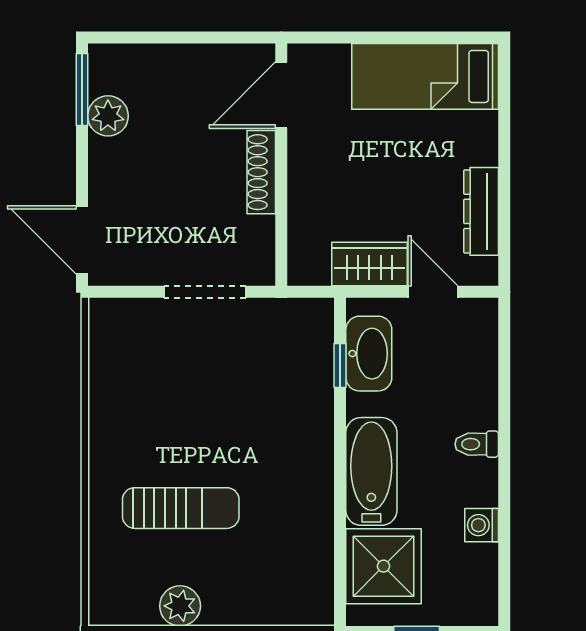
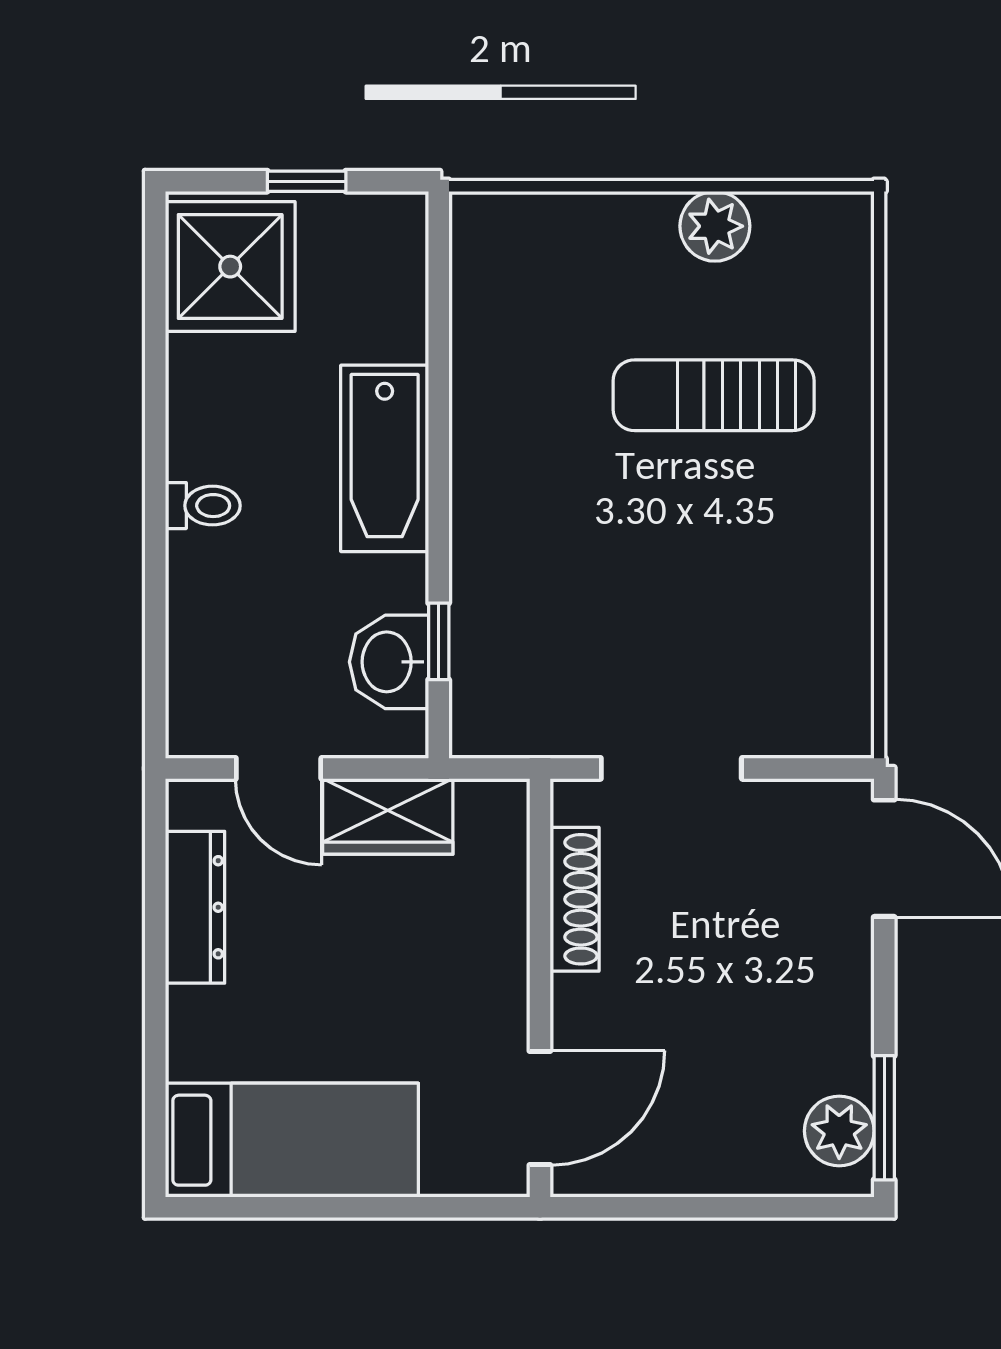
plant: (108, 116) -> (839, 1131), moved
shoe rack: (261, 172) -> (575, 899), moved
washbasin: (369, 354) -> (389, 662), width x0.72
washing machine: (482, 525) -> (194, 366), removed
shower: (383, 566) -> (230, 267), moved

